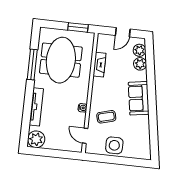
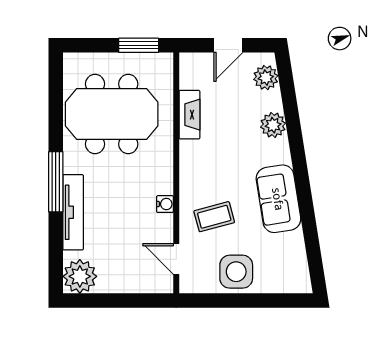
meeting table: (61, 60) -> (112, 114), turned 90
plant: (140, 64) -> (273, 125), moved
window: (32, 65) -> (56, 182), moved
sofa: (139, 98) -> (278, 199), moved

